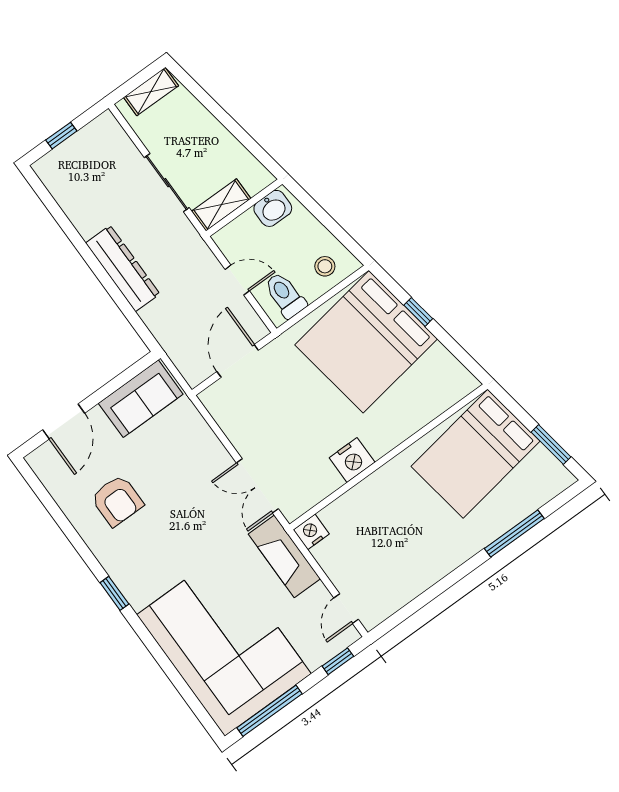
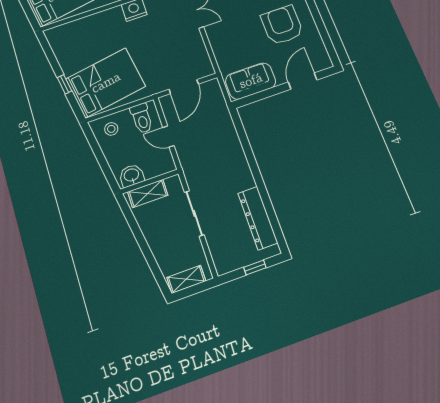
shelving: (221, 205) -> (148, 193), moved
dresser: (123, 268) -> (258, 218), moved
bed: (366, 342) -> (106, 83), width x0.73
armchair: (117, 501) -> (282, 25), width x1.36, depth x1.36

